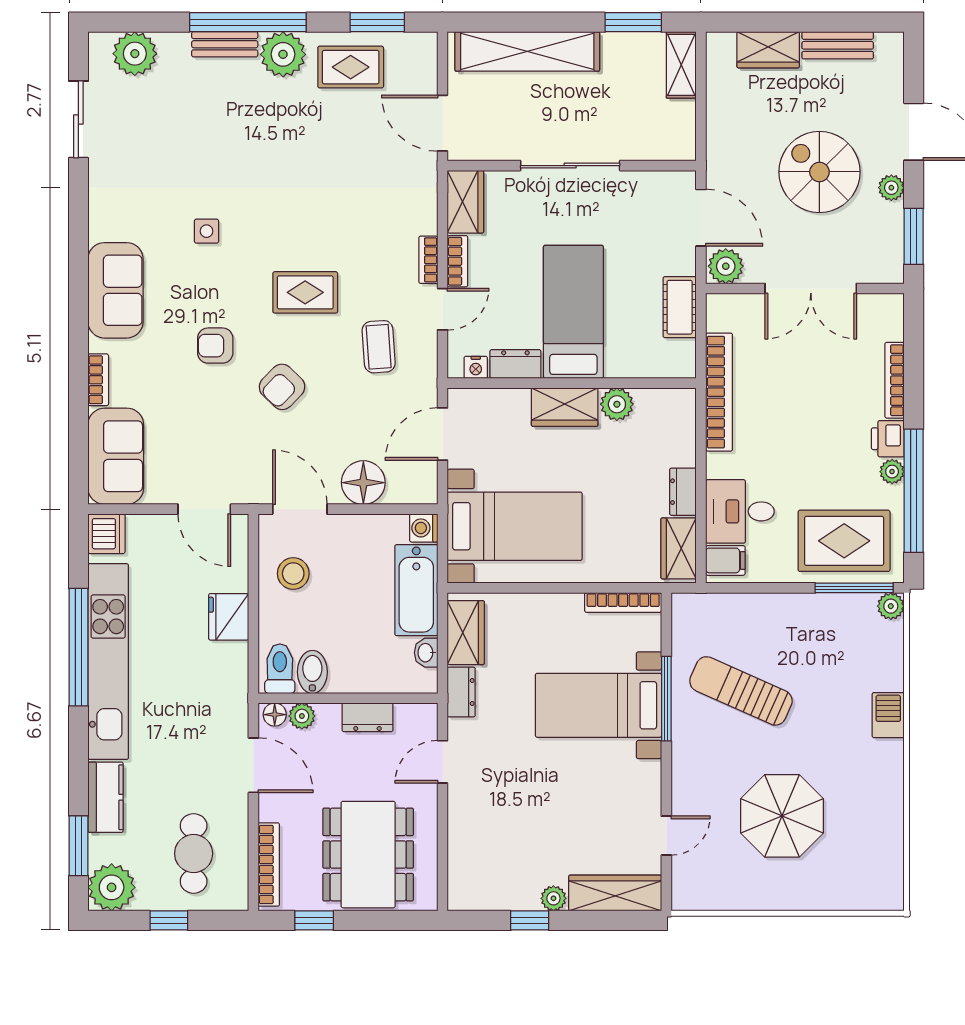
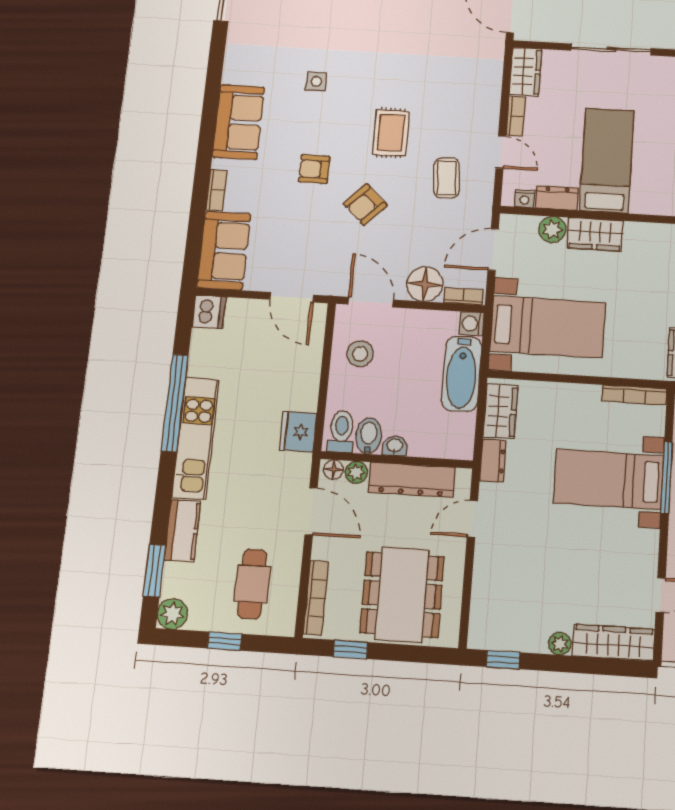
bookcase: (428, 260) -> (464, 296), moved, turned 90
rug: (305, 292) -> (391, 133), turned 90
door: (443, 309) -> (501, 152), hinge flipped
plant: (617, 404) -> (552, 229), moved
fridge: (229, 617) -> (298, 432), moved
washbasin: (426, 653) -> (395, 446), moved, turned 90
kitchen unit: (108, 662) -> (196, 438), width x0.73
dresser: (367, 717) -> (411, 480), width x1.96, depth x1.24
plant: (112, 887) -> (172, 614), width x0.73, depth x0.73
window: (530, 920) -> (503, 660), moved

